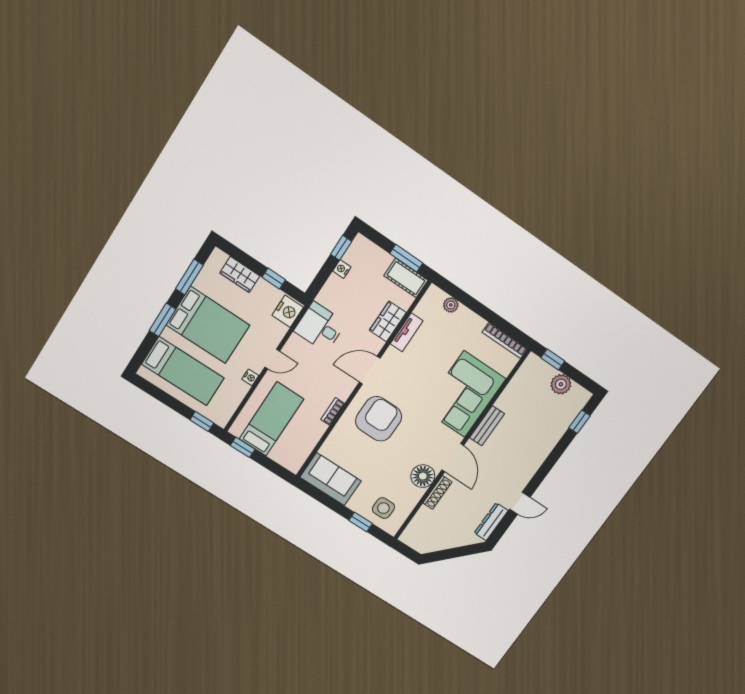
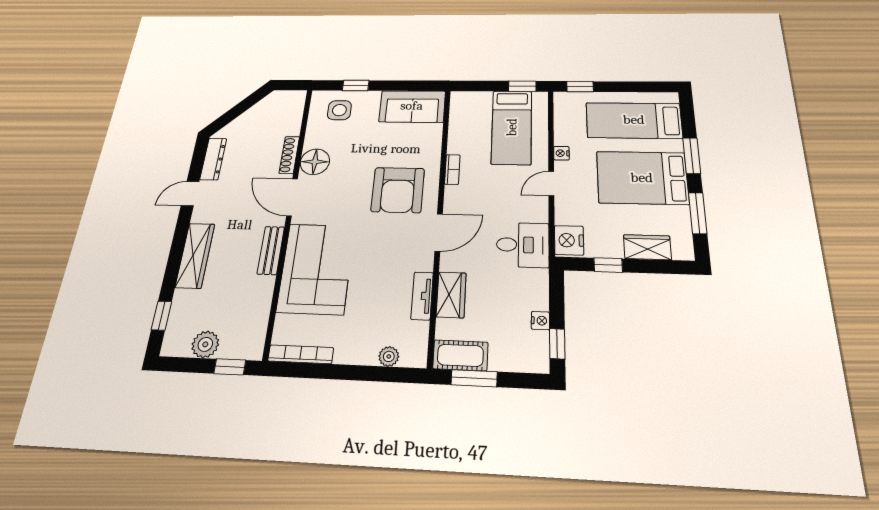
wardrobe: (538, 453) -> (195, 255), added

